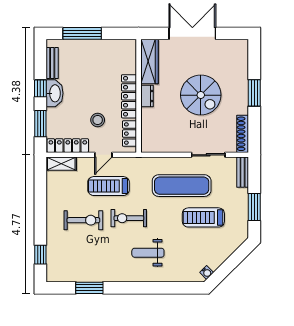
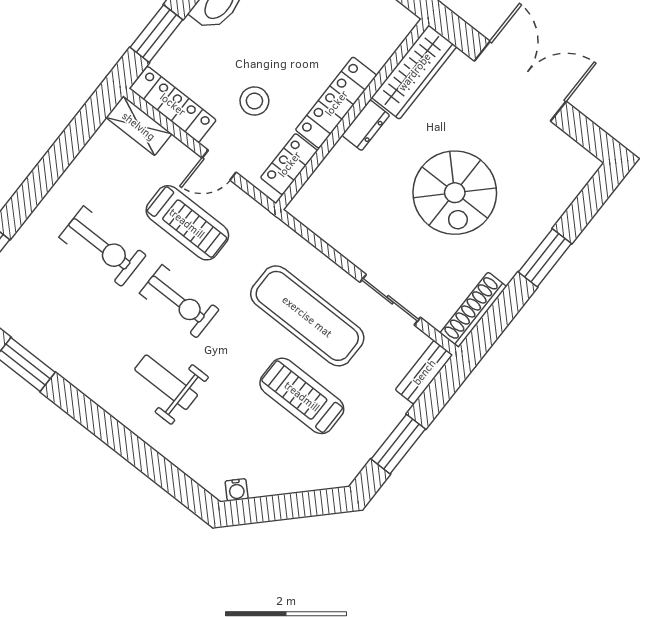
treadmill: (108, 186) -> (187, 223), turned 180
exercise bike: (129, 218) -> (179, 301), turned 180

